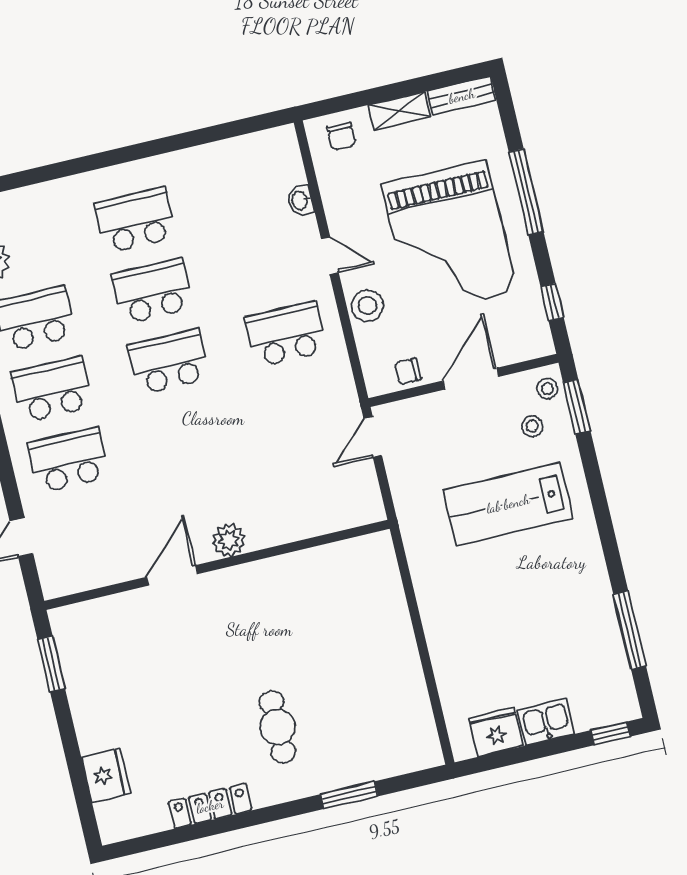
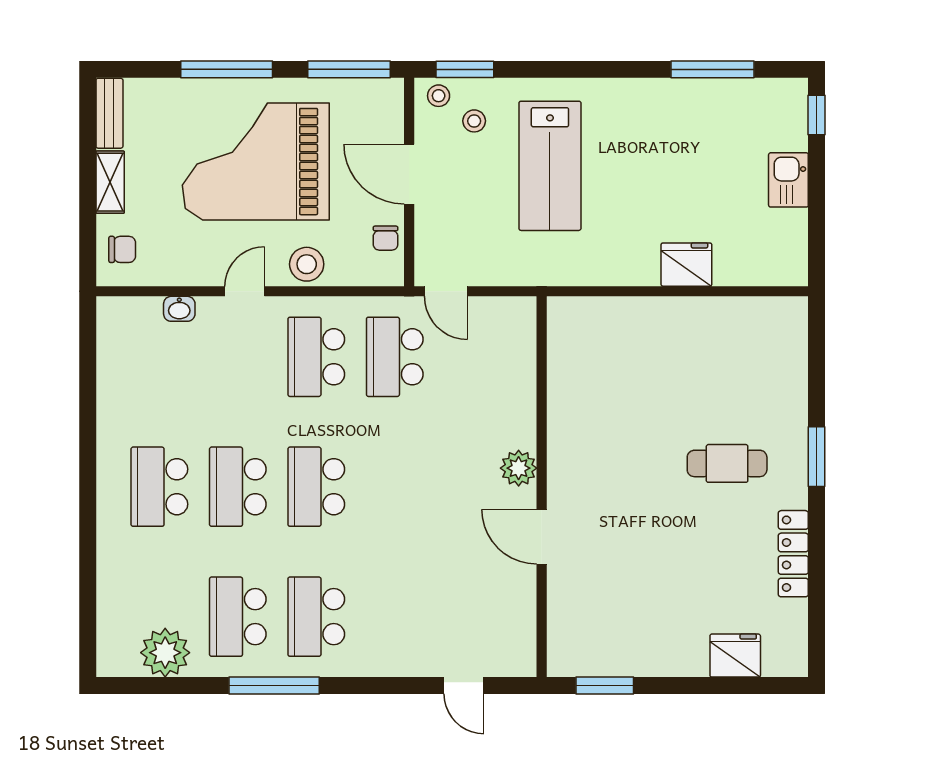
grand piano: (449, 238) -> (256, 162), turned 180
window: (552, 302) -> (349, 69), width x2.17
school desk: (69, 460) -> (395, 357), moved
fridge: (496, 732) -> (686, 265), moved, turned 90
window: (349, 795) -> (817, 457), moved

